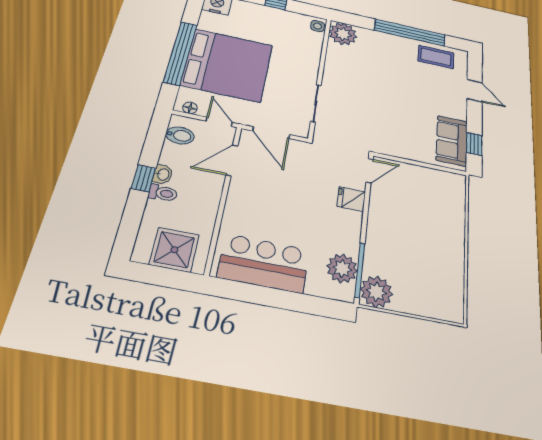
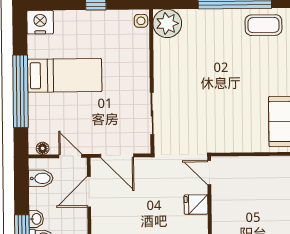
bed: (227, 65) -> (65, 75), width x0.49
door: (370, 171) -> (209, 173), swing flipped

